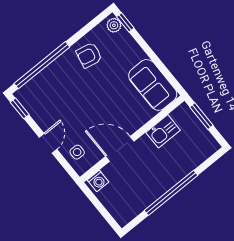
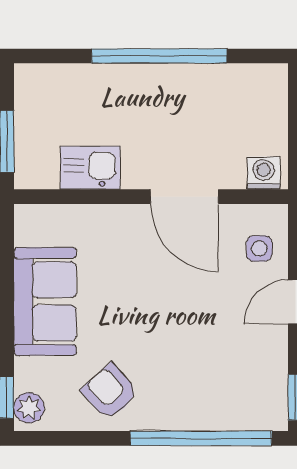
armchair: (89, 55) -> (110, 392), turned -144
sofa: (153, 85) -> (45, 301), moved

